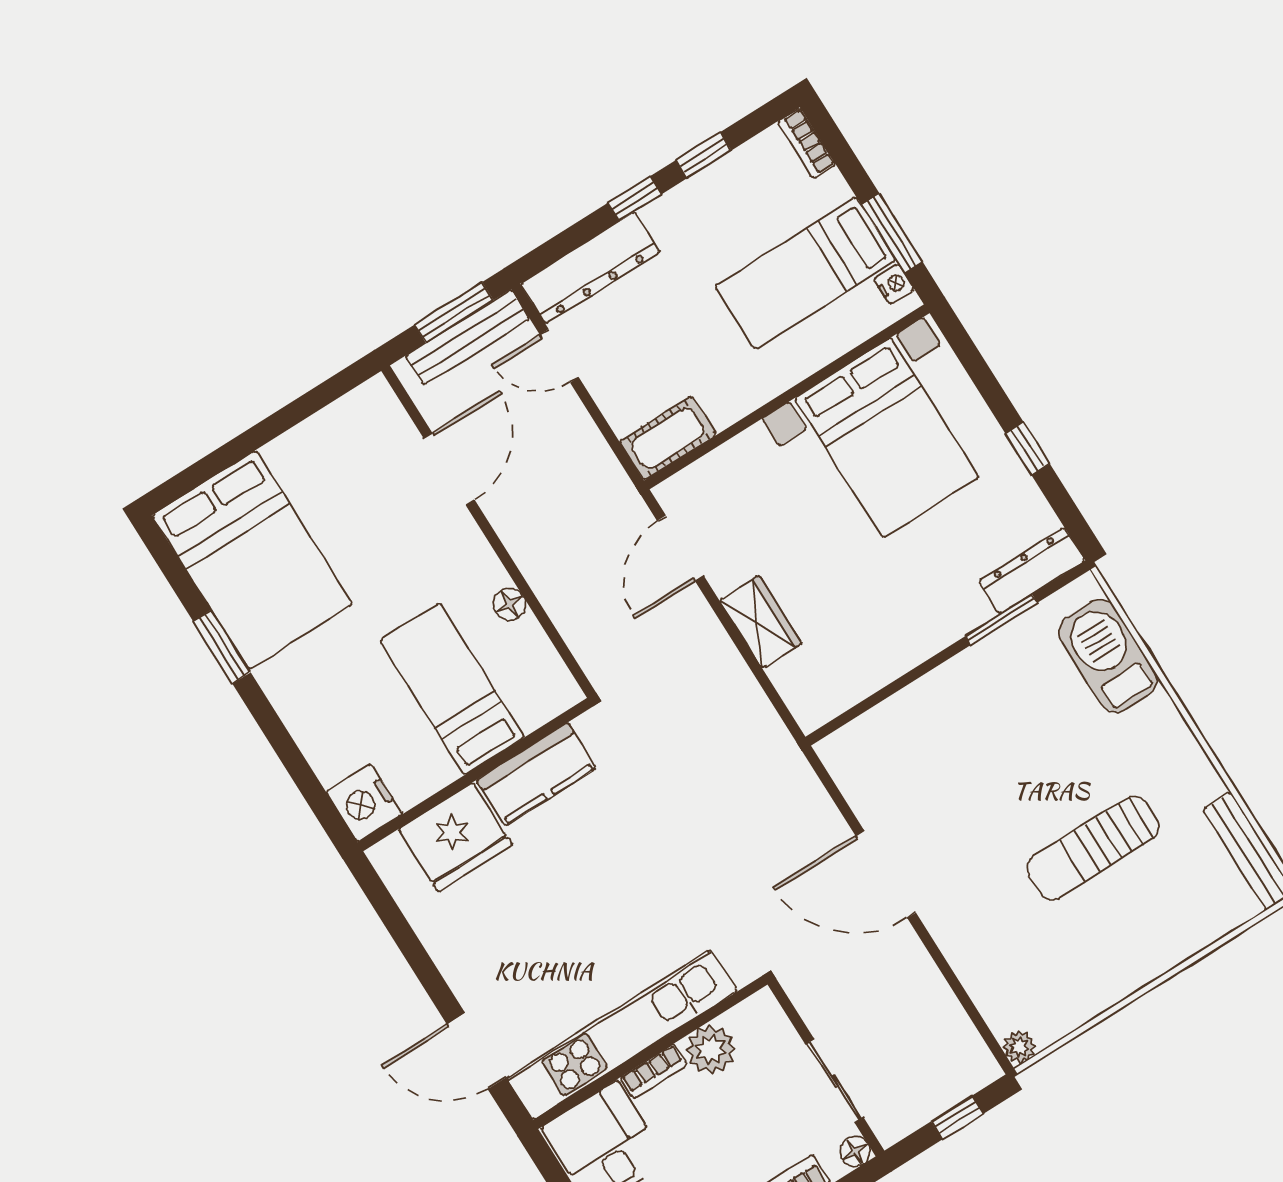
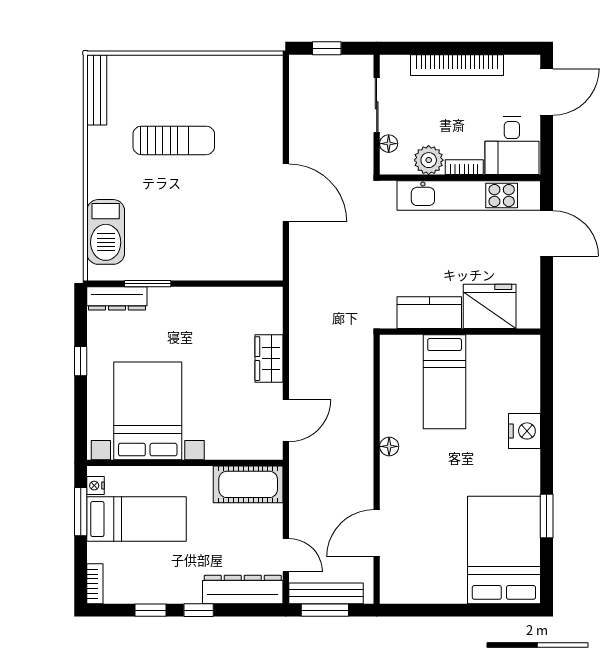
cot: (668, 438) -> (248, 484), width x1.37, depth x1.34
bed: (452, 689) -> (445, 382), moved
wall: (475, 774) -> (460, 332), moved
kitchen counter: (536, 774) -> (429, 313), moved
nightstand: (364, 803) -> (524, 431), moved
fridge: (455, 837) -> (490, 306), moved
plant: (1019, 1047) -> (273, 64), removed
floor lamp: (855, 1152) -> (389, 144), moved

